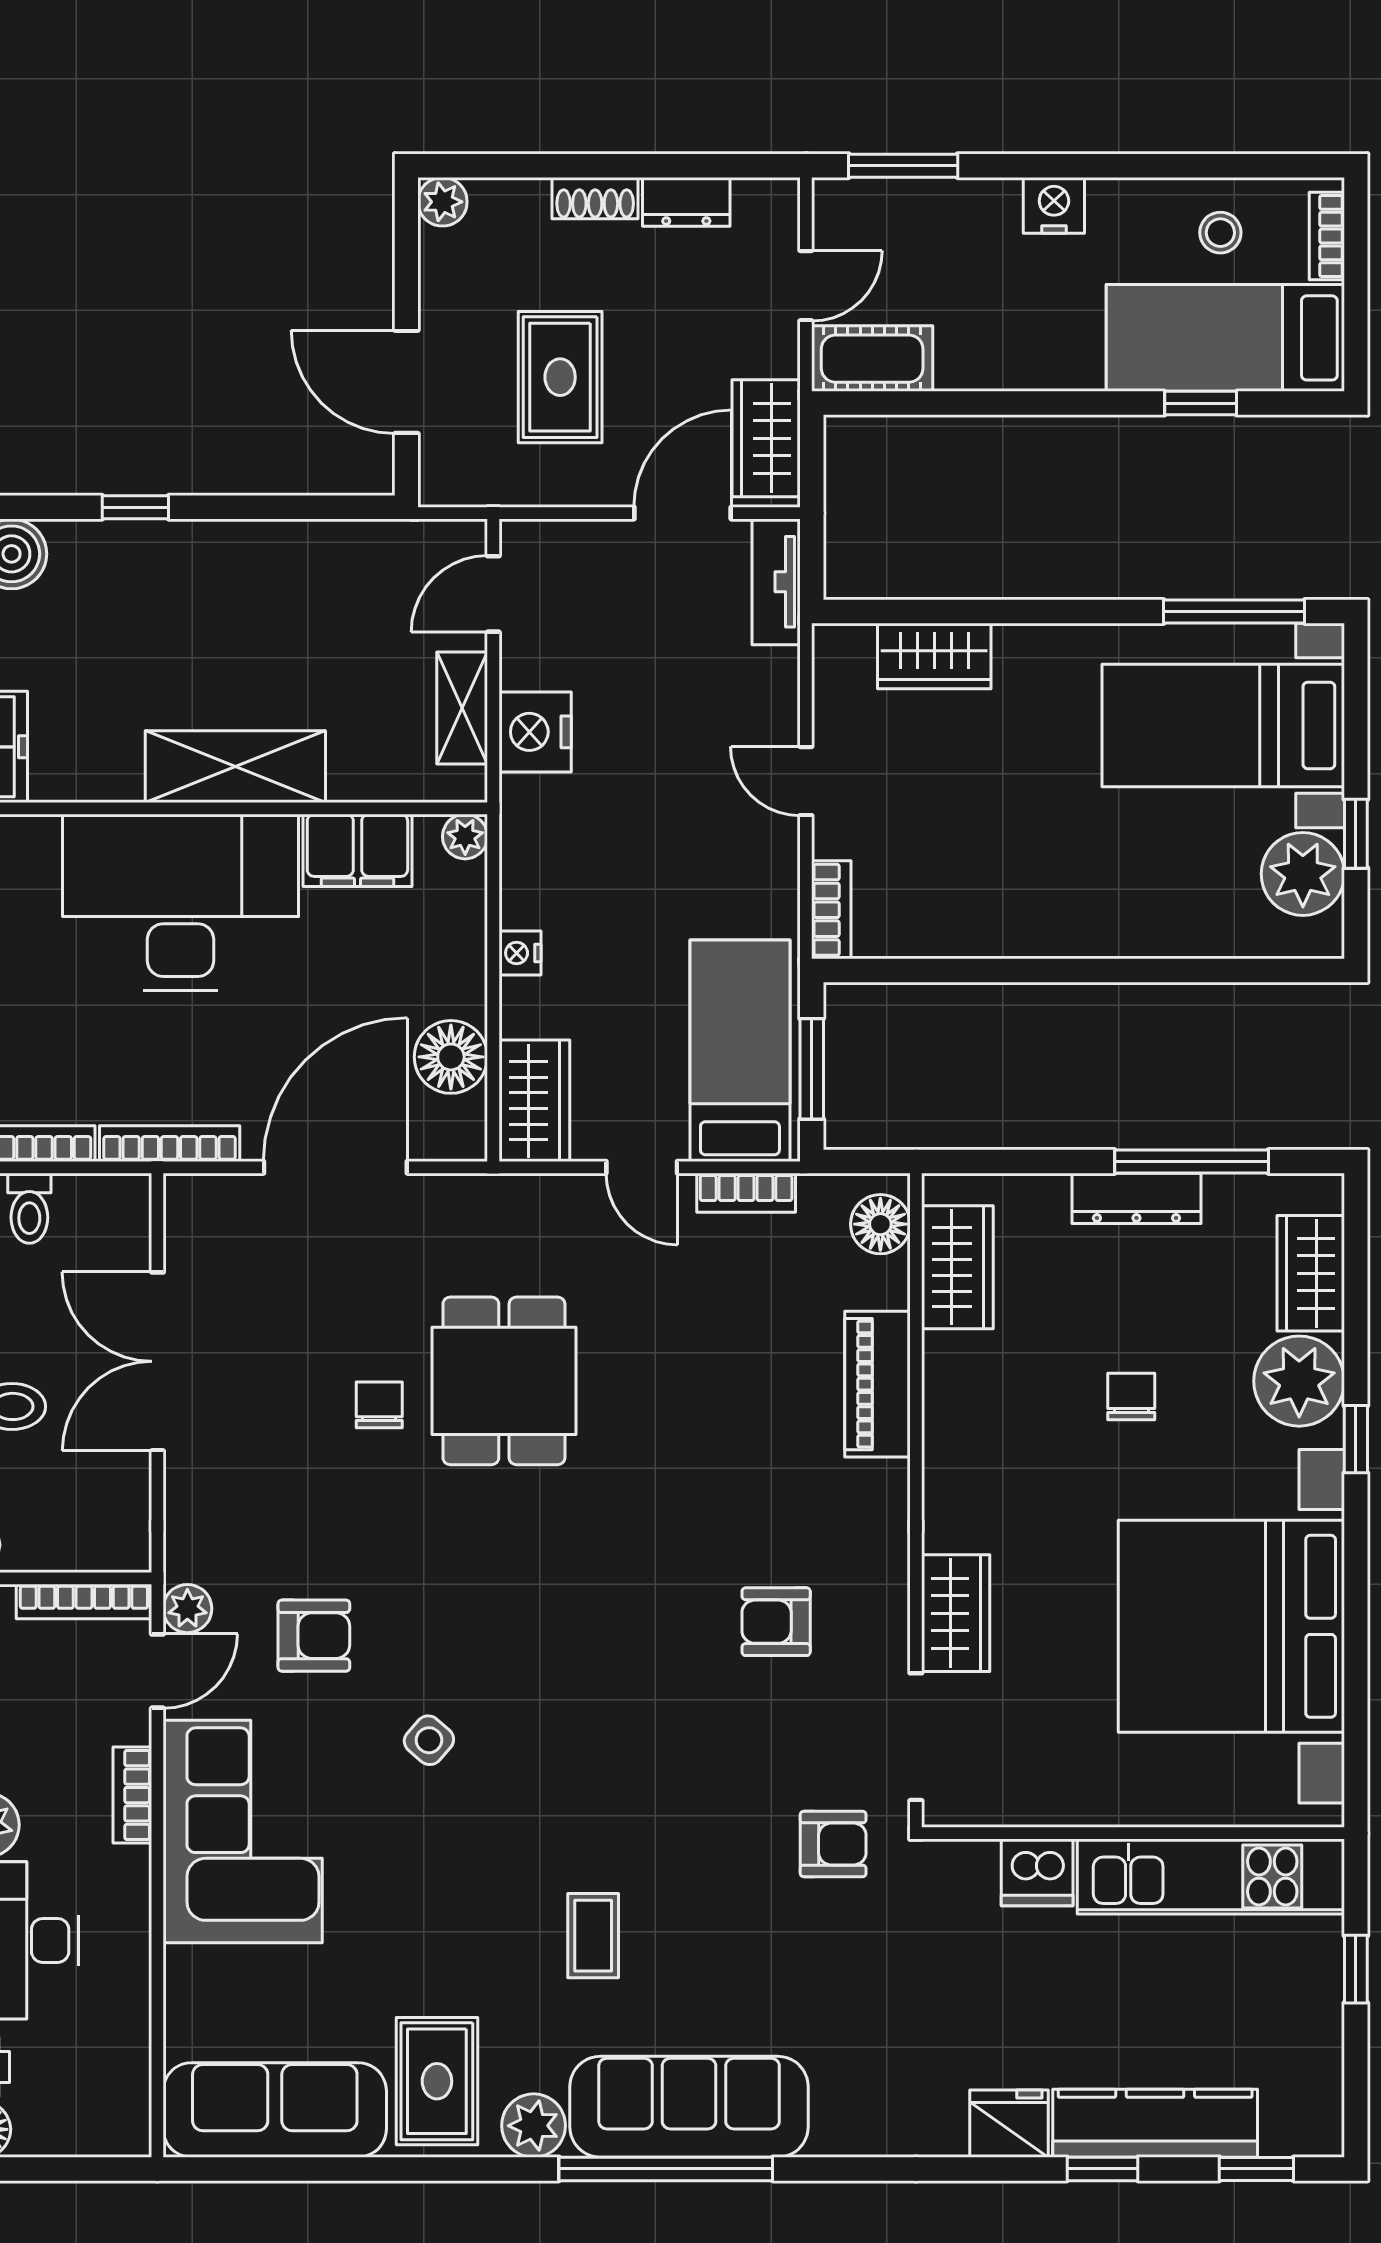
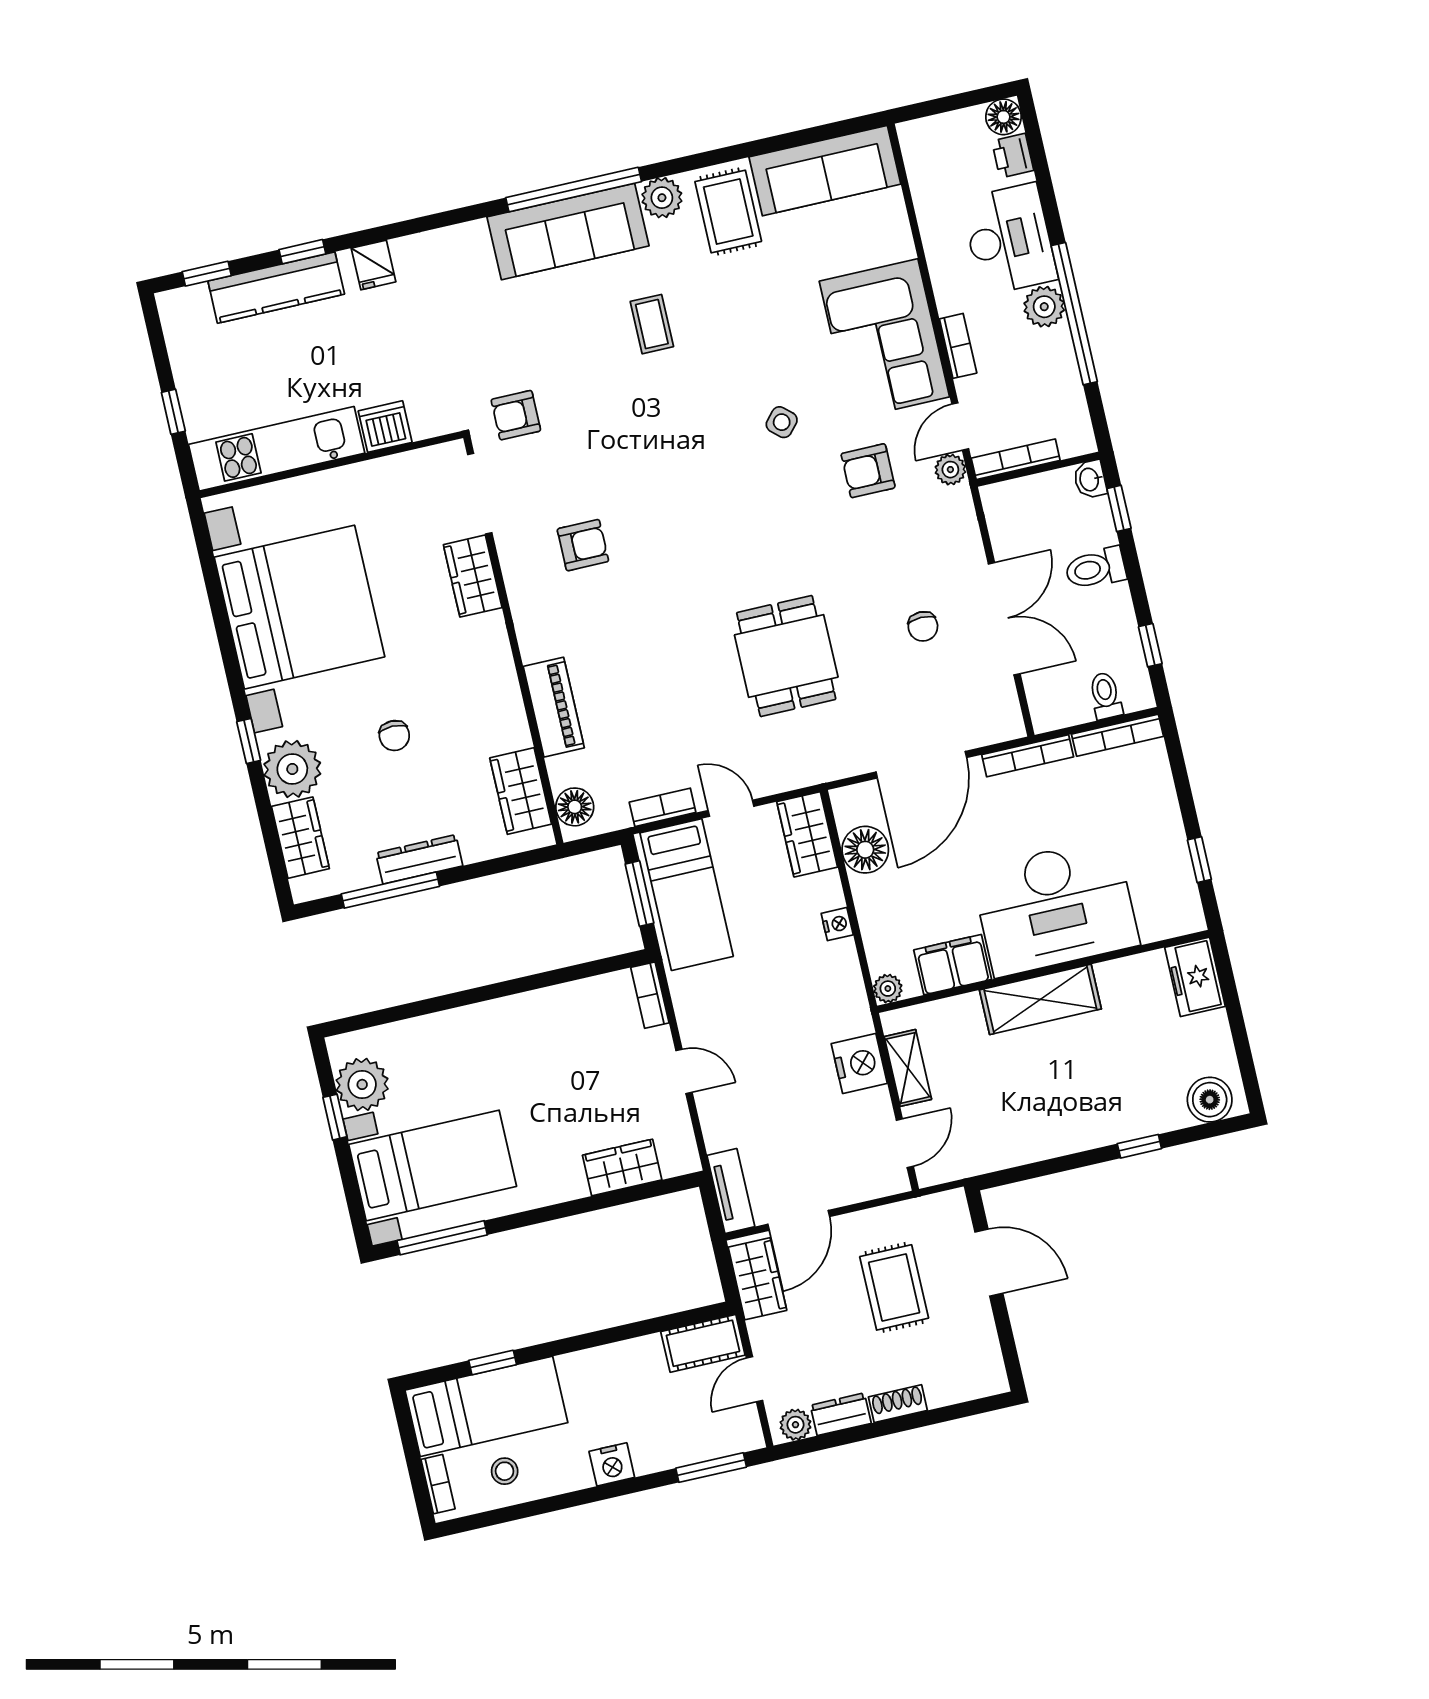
plant: (442, 202) -> (795, 1425), moved
chair: (379, 1405) -> (923, 626), moved
fridge: (1009, 2124) -> (374, 265), width x0.72

